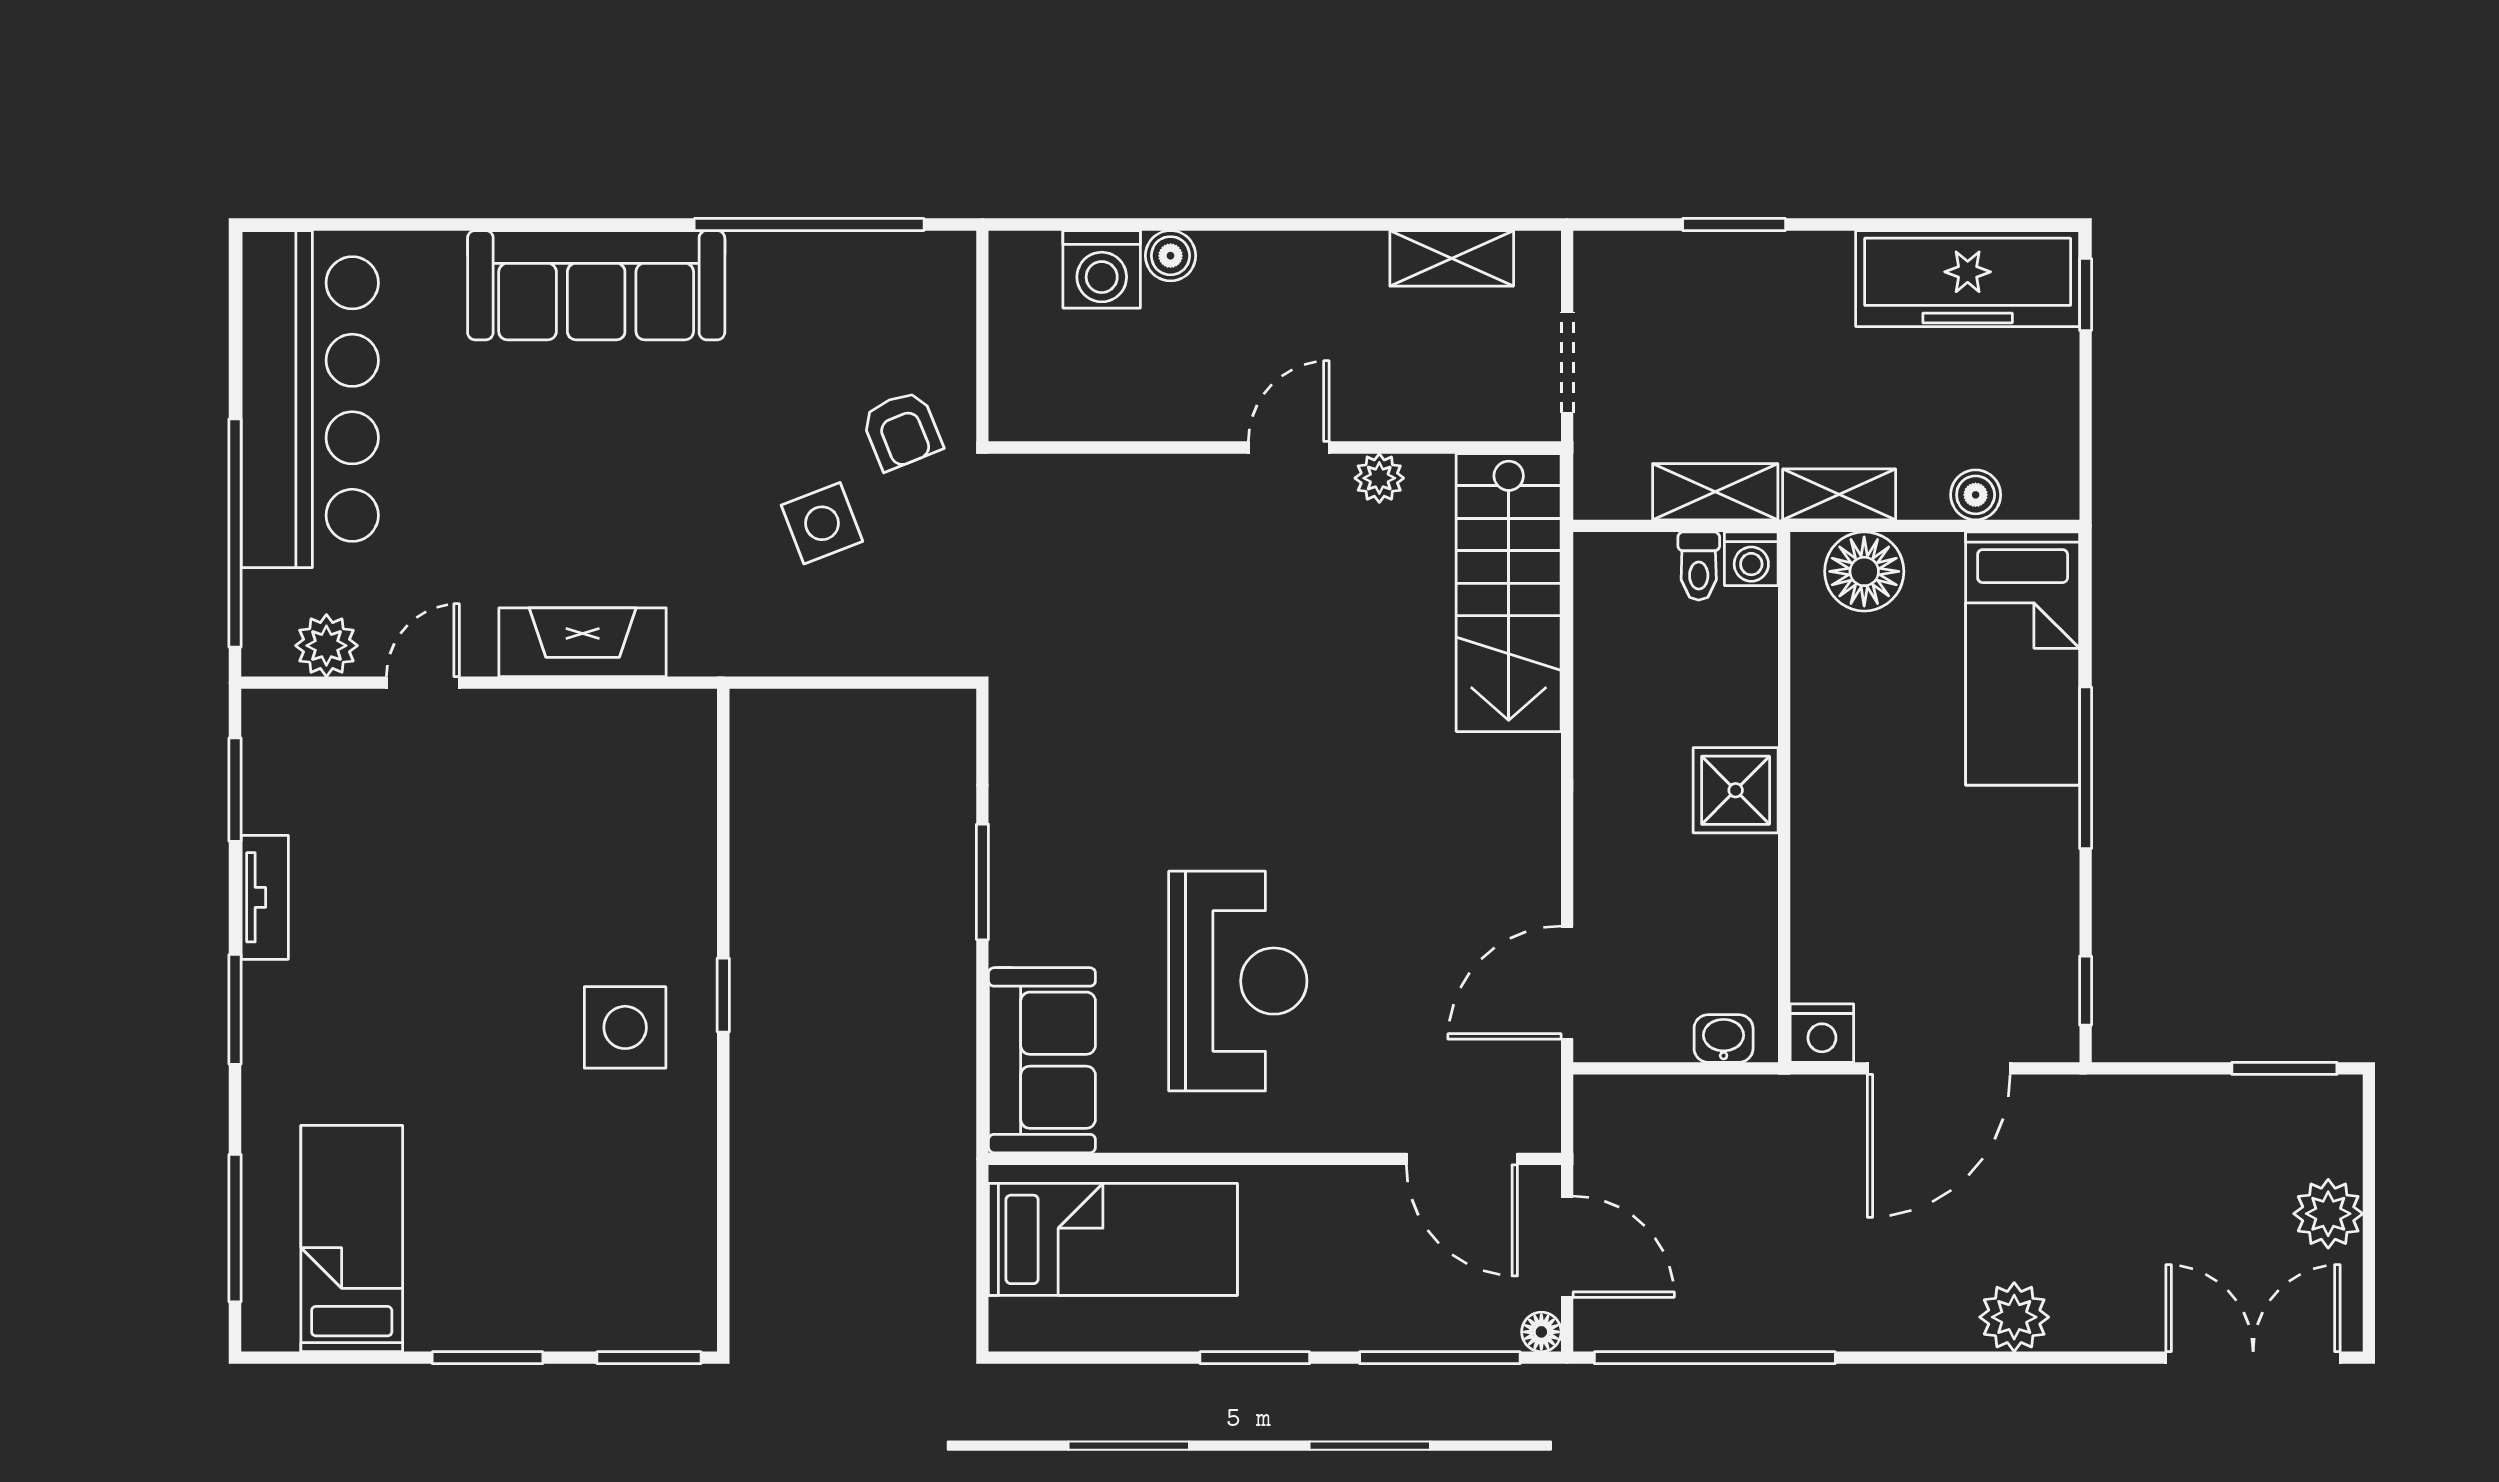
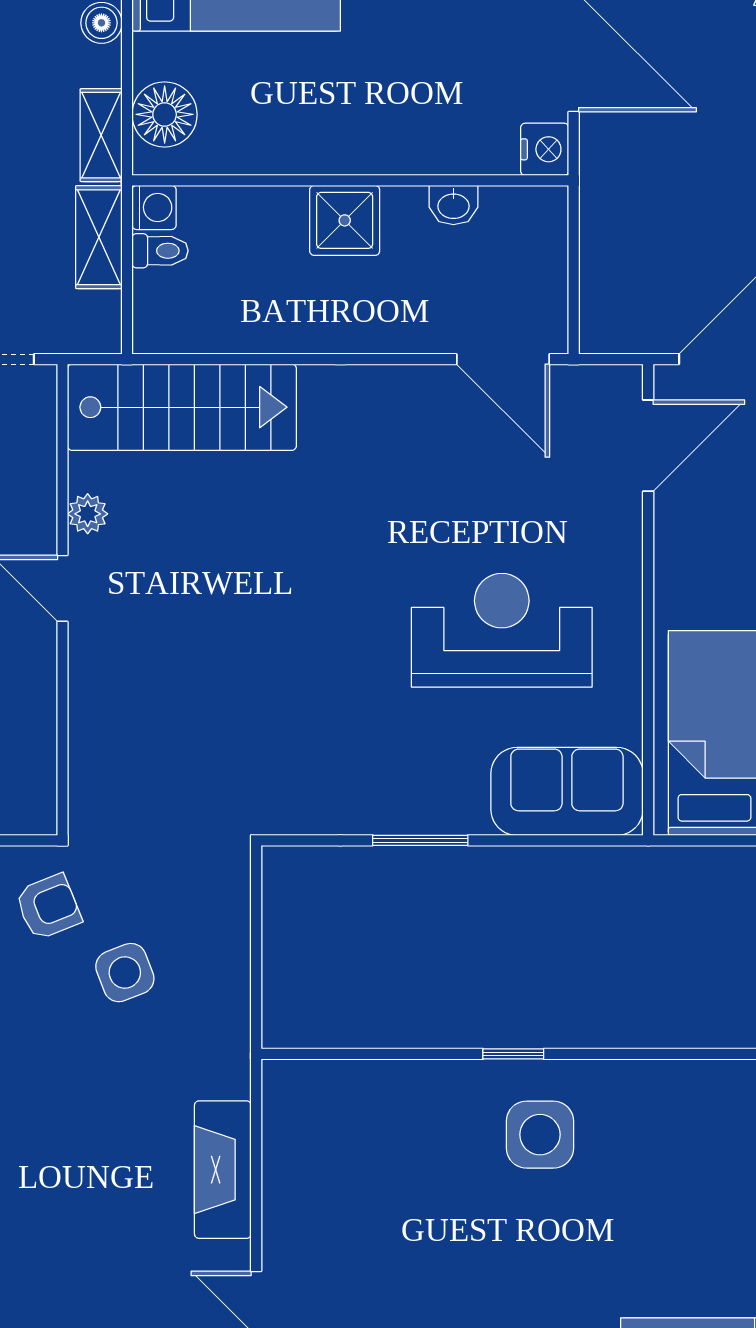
washbasin: (1724, 1038) -> (453, 205), moved, turned -90

